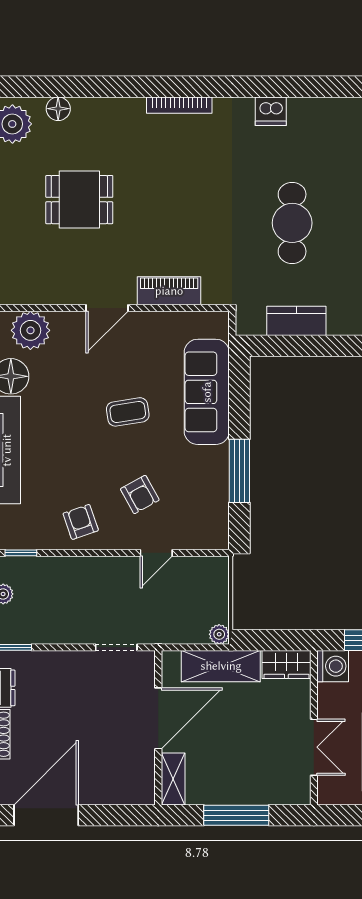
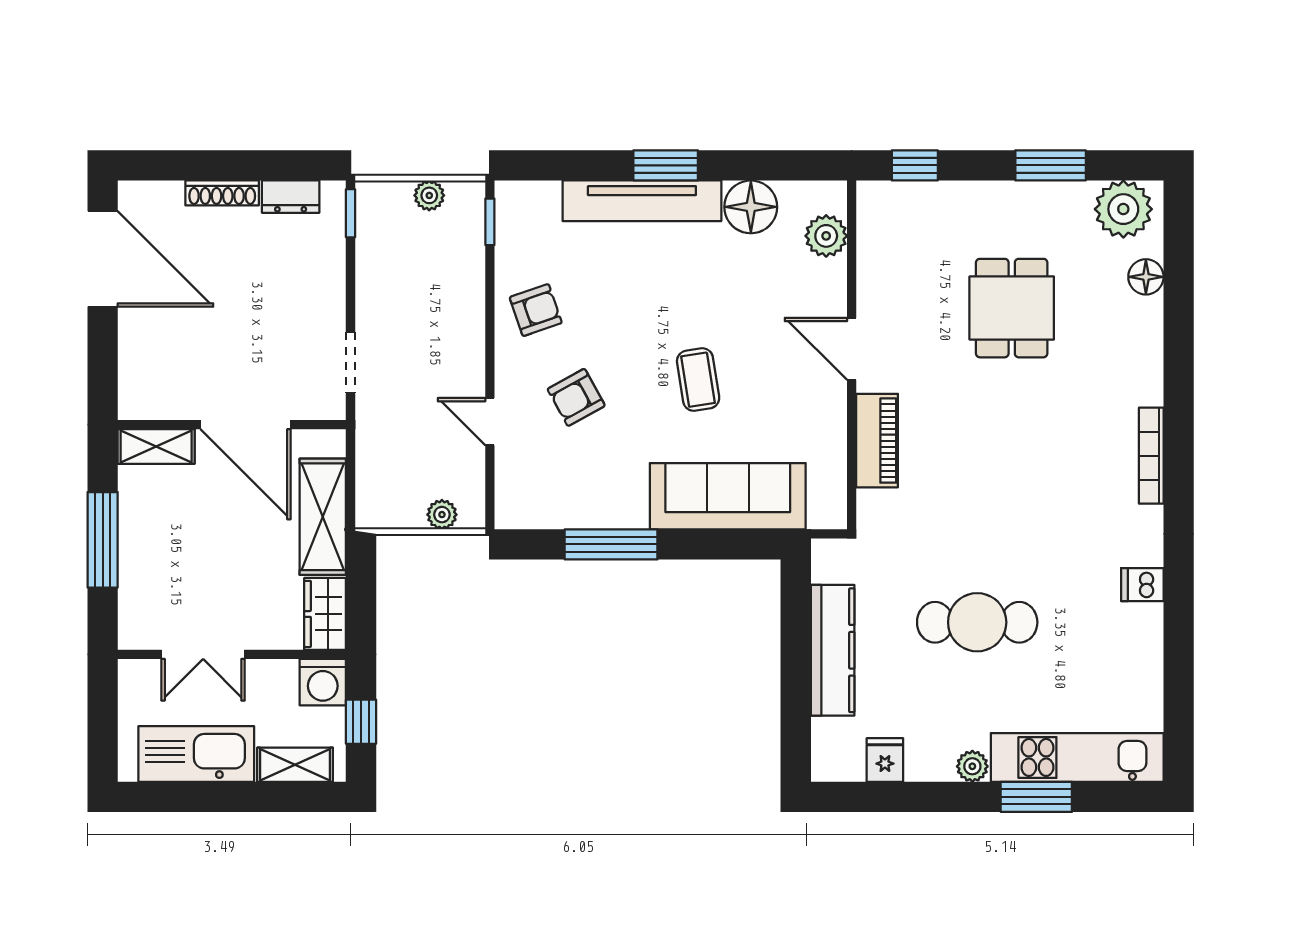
dishwasher: (271, 111) -> (1142, 585), width x0.73
kitchen counter: (296, 321) -> (833, 650), width x1.50
plant: (30, 330) -> (826, 236), width x0.73, depth x0.73
plant: (219, 634) -> (442, 515), moved

